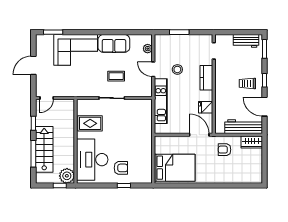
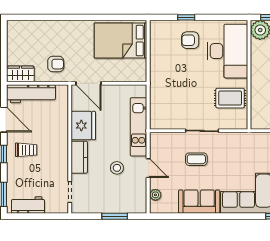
fridge: (206, 107) -> (83, 126), width x1.88, depth x1.34

